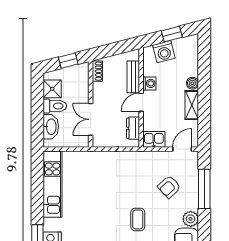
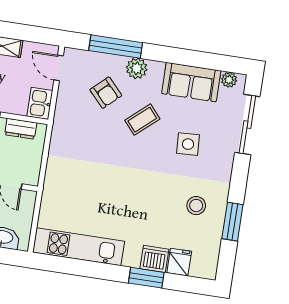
coffee table: (138, 219) -> (142, 120), moved, turned -41
plant: (191, 219) -> (137, 68), moved

